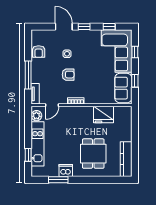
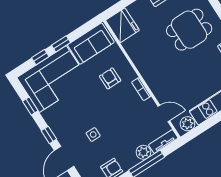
armchair: (68, 75) -> (110, 78), moved
plant: (36, 77) -> (143, 152), added
window: (135, 81) -> (61, 44), moved
fridge: (104, 115) -> (122, 25), moved

